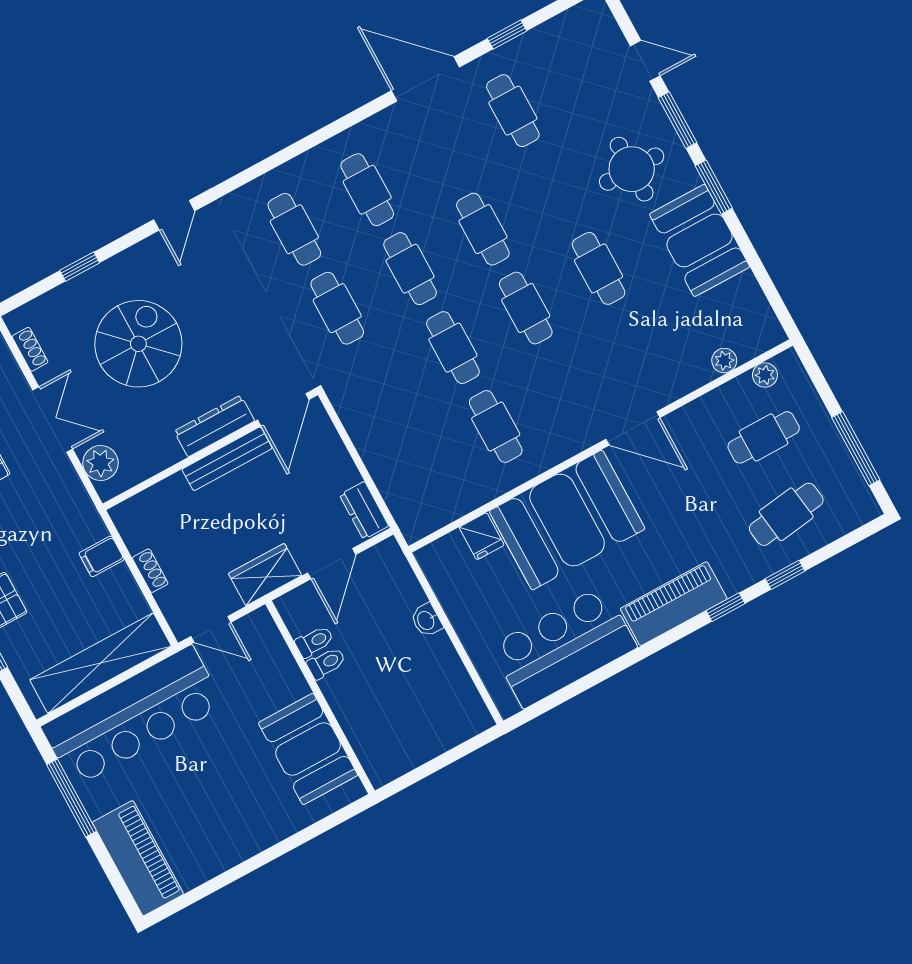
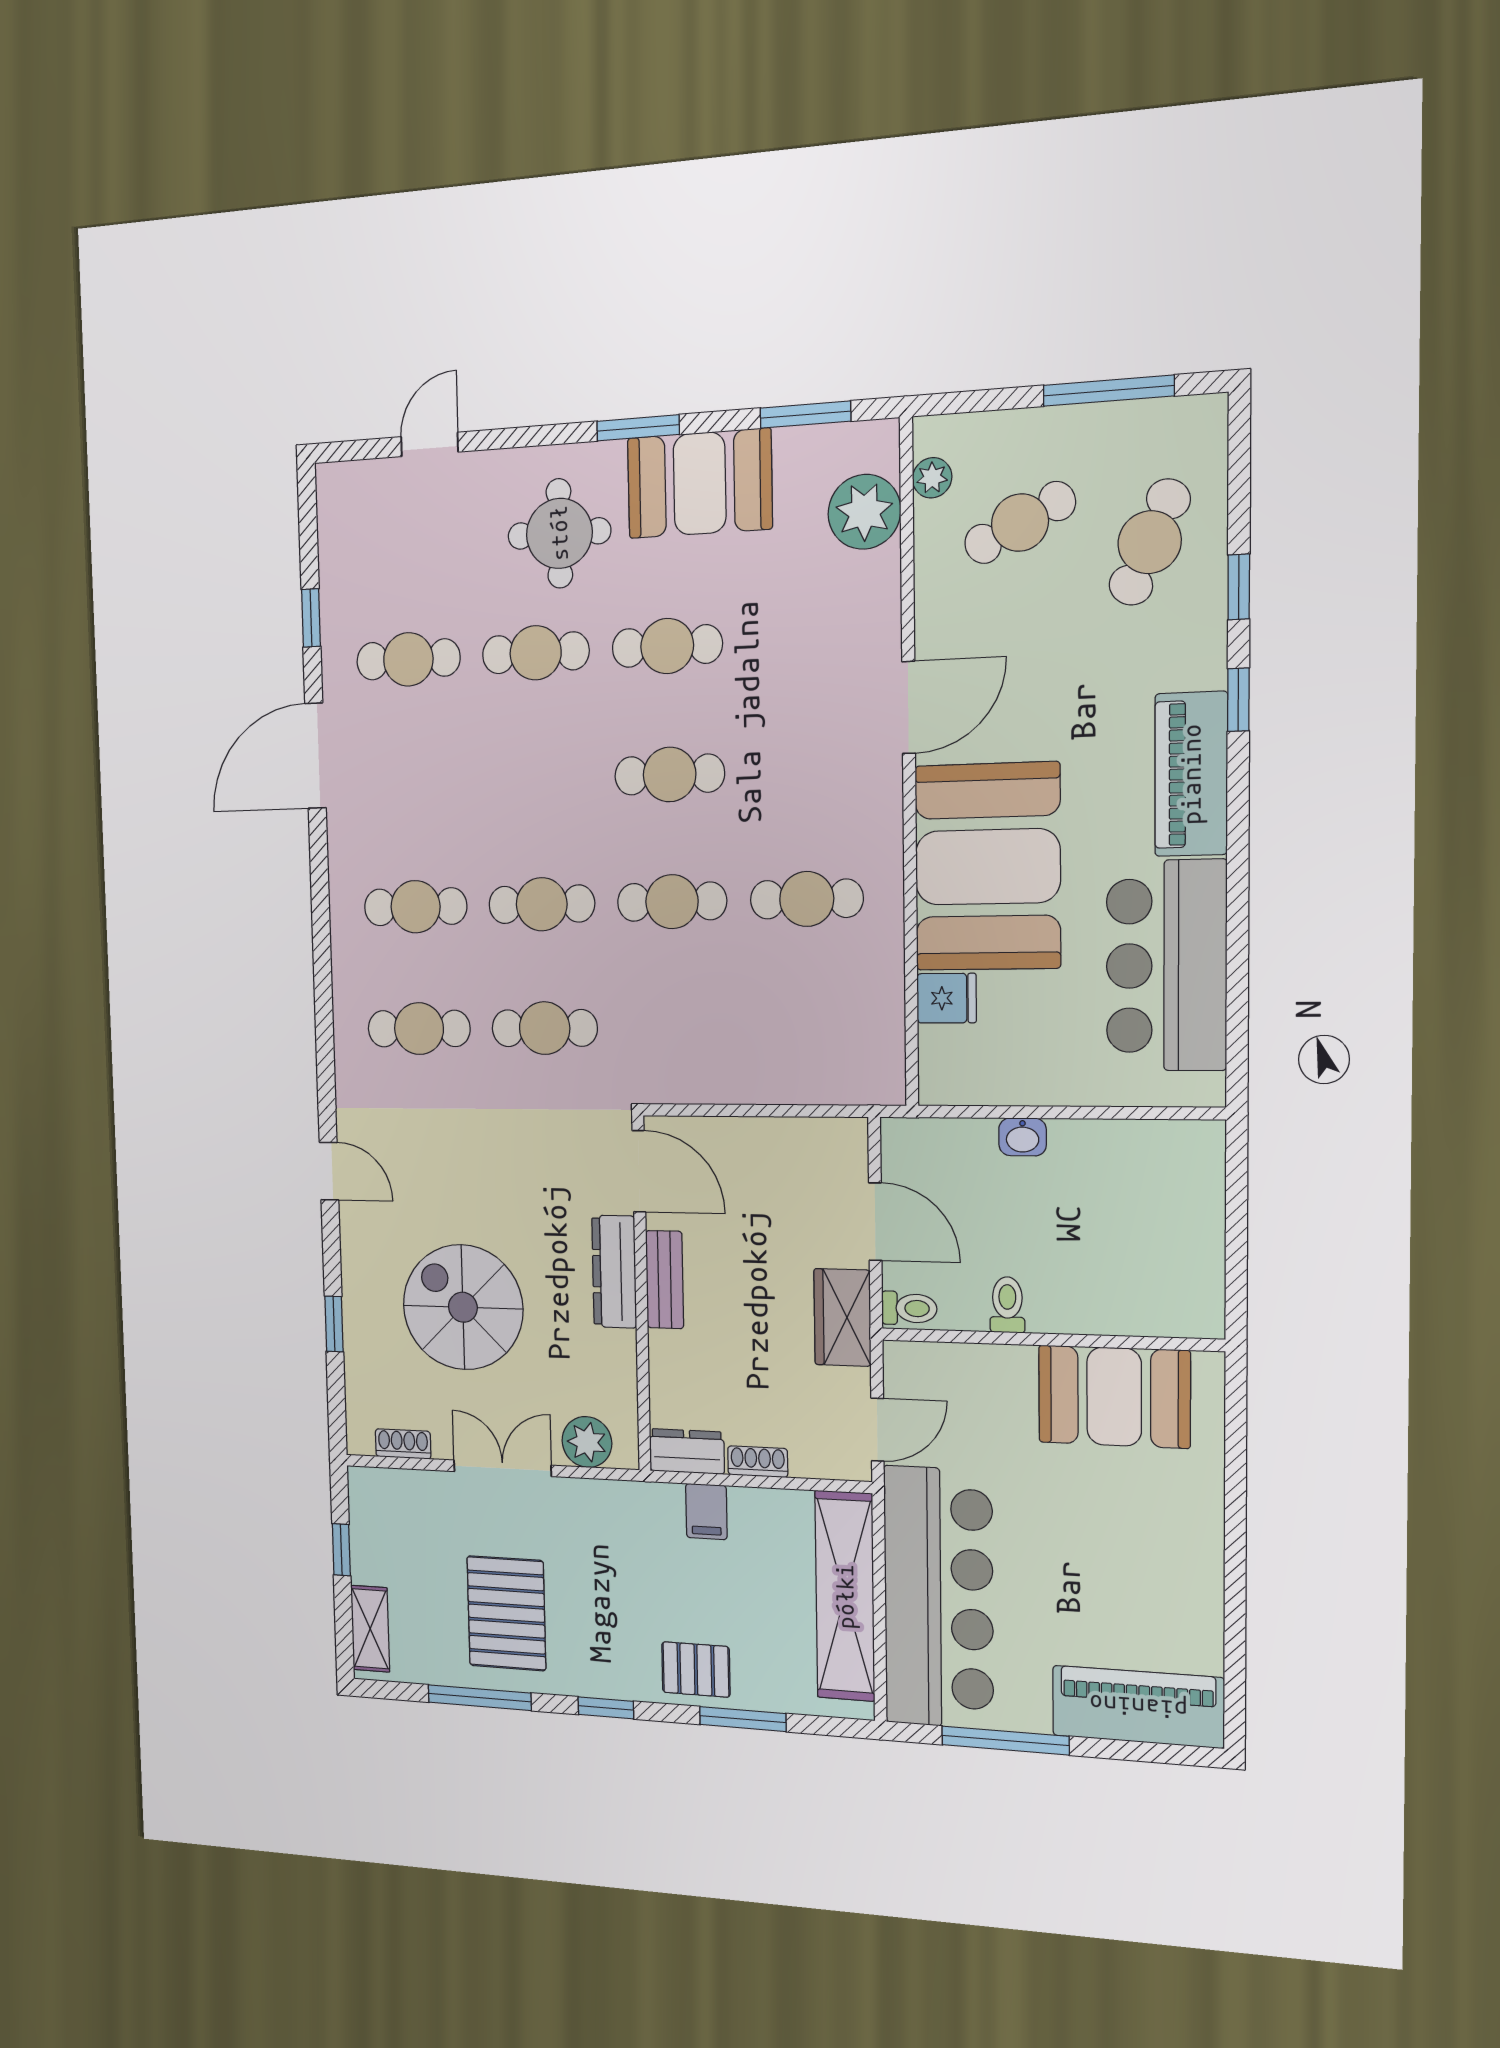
window: (677, 120) -> (805, 415), moved
cafe table: (483, 229) -> (536, 653), moved
plant: (724, 361) -> (864, 512), width x1.87, depth x1.87
cafe table: (764, 437) -> (1020, 523), turned 63
bench: (227, 459) -> (665, 1280), width x0.73
dresser: (364, 510) -> (687, 1451), moved, turned 180
cafe table: (786, 514) -> (1150, 542), turned 32
toilet: (314, 641) -> (909, 1308), moved, turned 90

